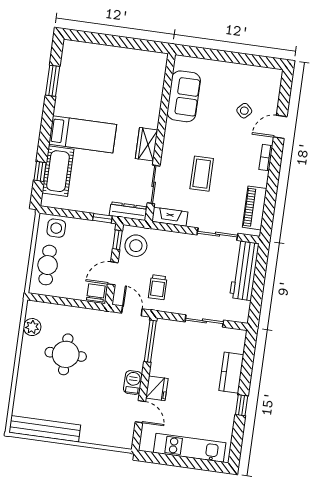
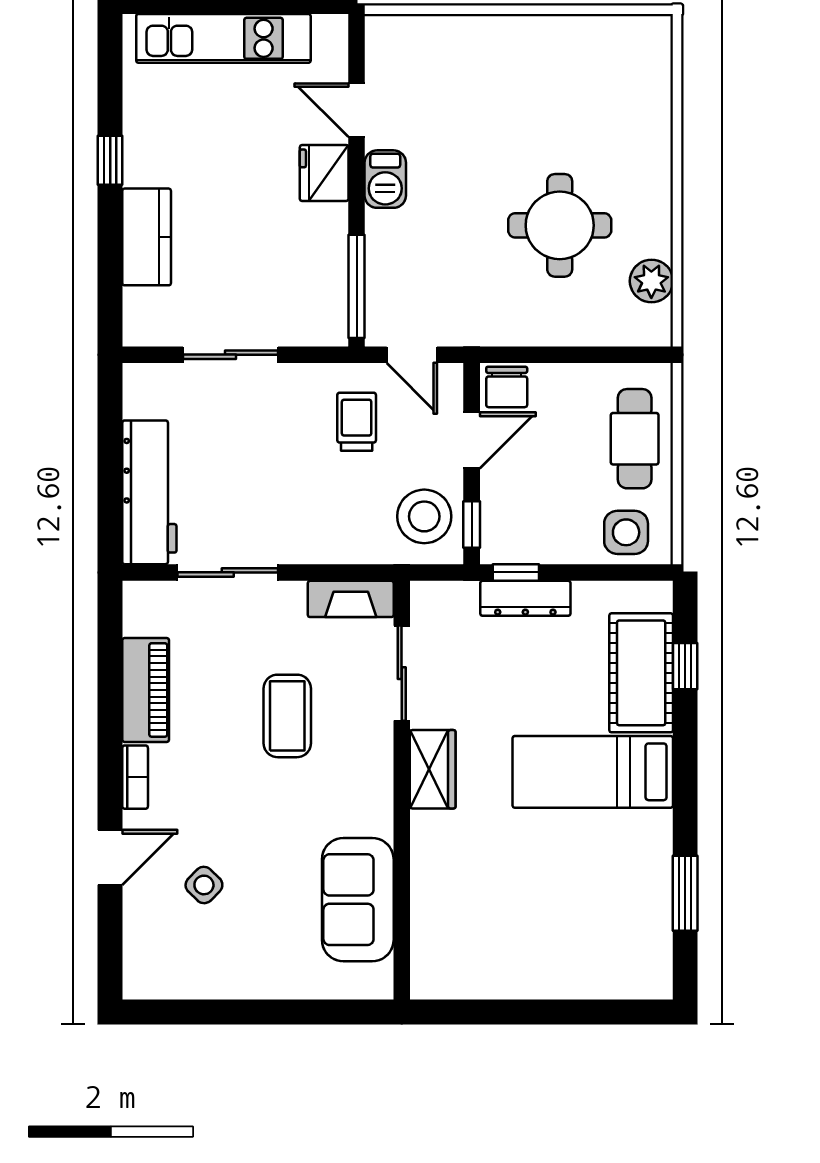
piano: (255, 208) -> (146, 690), moved
dresser: (128, 211) -> (525, 598), moved
bench: (45, 429) -> (586, 35), removed

